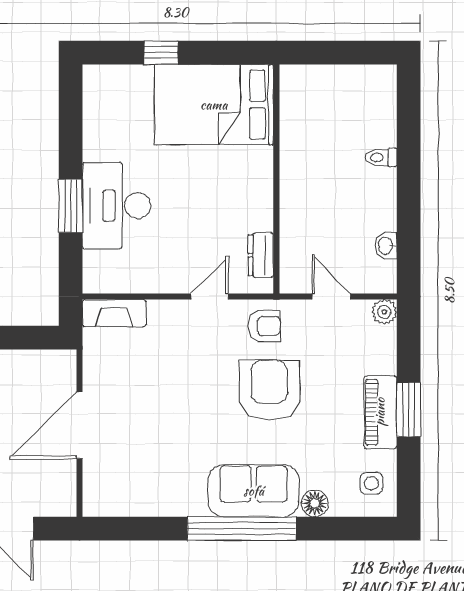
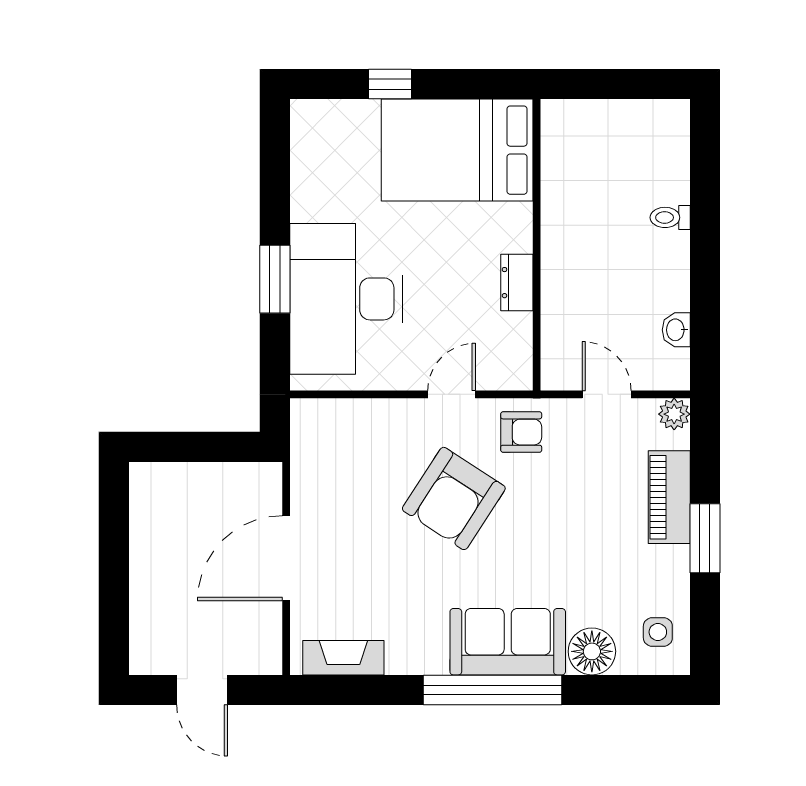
desk: (117, 206) -> (346, 299), width x1.36, depth x1.30
dresser: (261, 255) -> (517, 283), moved
fireplace: (114, 313) -> (343, 658), moved, turned 180
armchair: (269, 390) -> (454, 498), moved, turned -147
piano: (380, 412) -> (669, 497), moved
floor lamp: (315, 503) -> (592, 651), width x1.38, depth x1.38

